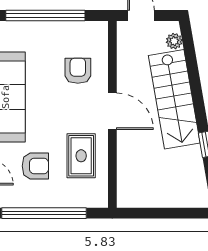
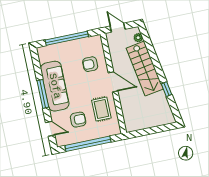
armchair: (78, 71) -> (90, 64), turned -90

